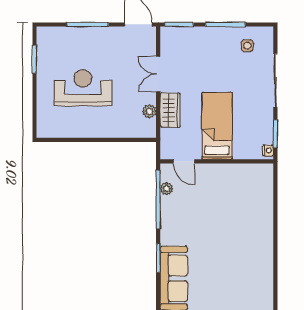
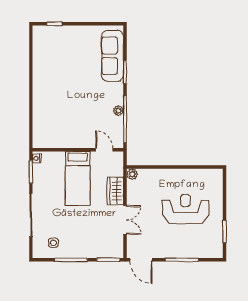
reception desk: (83, 88) -> (186, 209), turned 180
plant: (149, 111) -> (132, 174), moved
plant: (167, 189) -> (118, 111), moved

